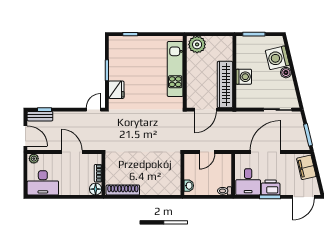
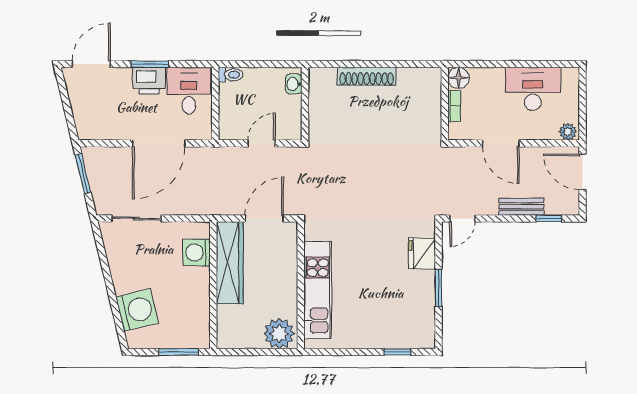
boiler: (286, 73) -> (122, 284), removed
washing machine: (244, 77) -> (197, 252), moved
bench: (40, 116) -> (521, 207), moved
filing cabinet: (306, 167) -> (86, 116), removed
desk: (43, 183) -> (533, 89), moved
shoe rack: (123, 190) -> (367, 76), moved

